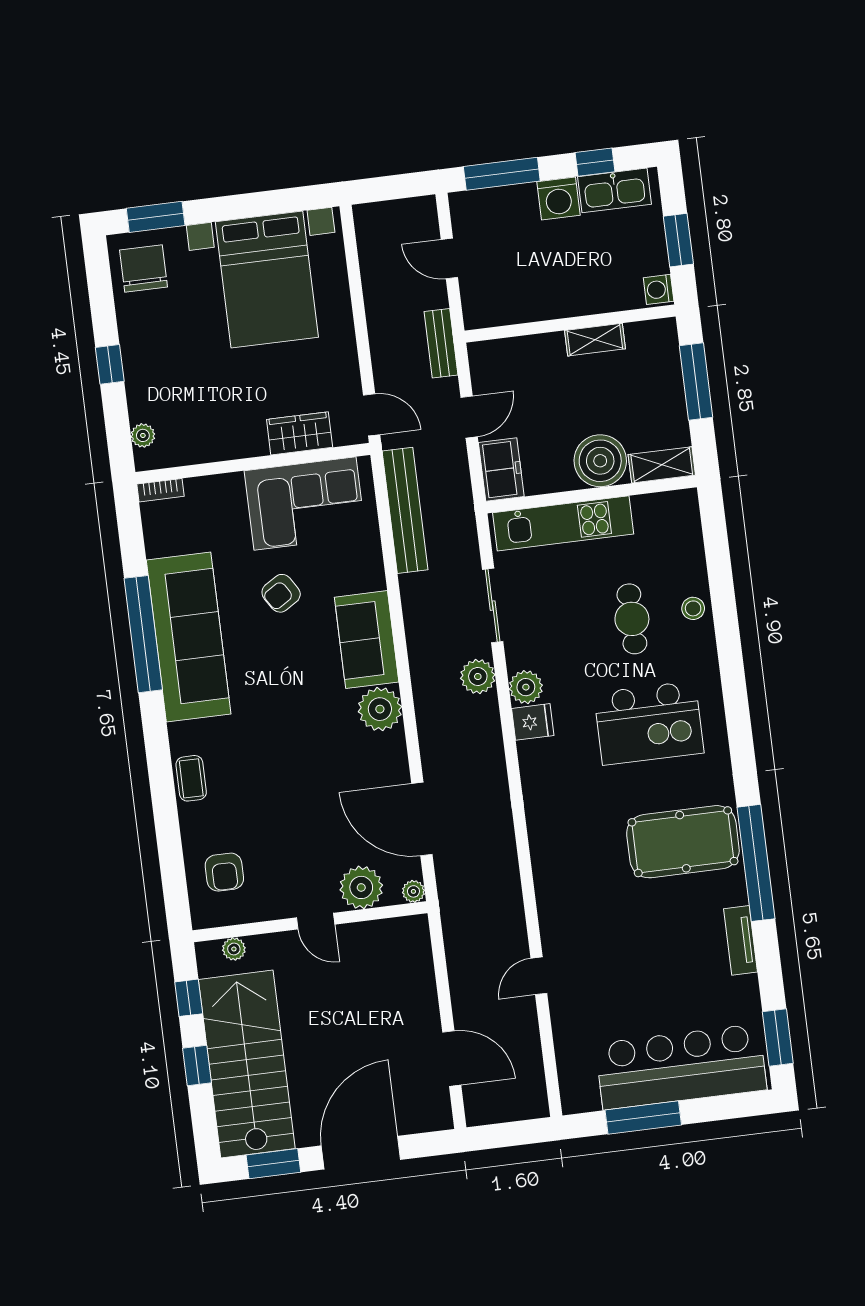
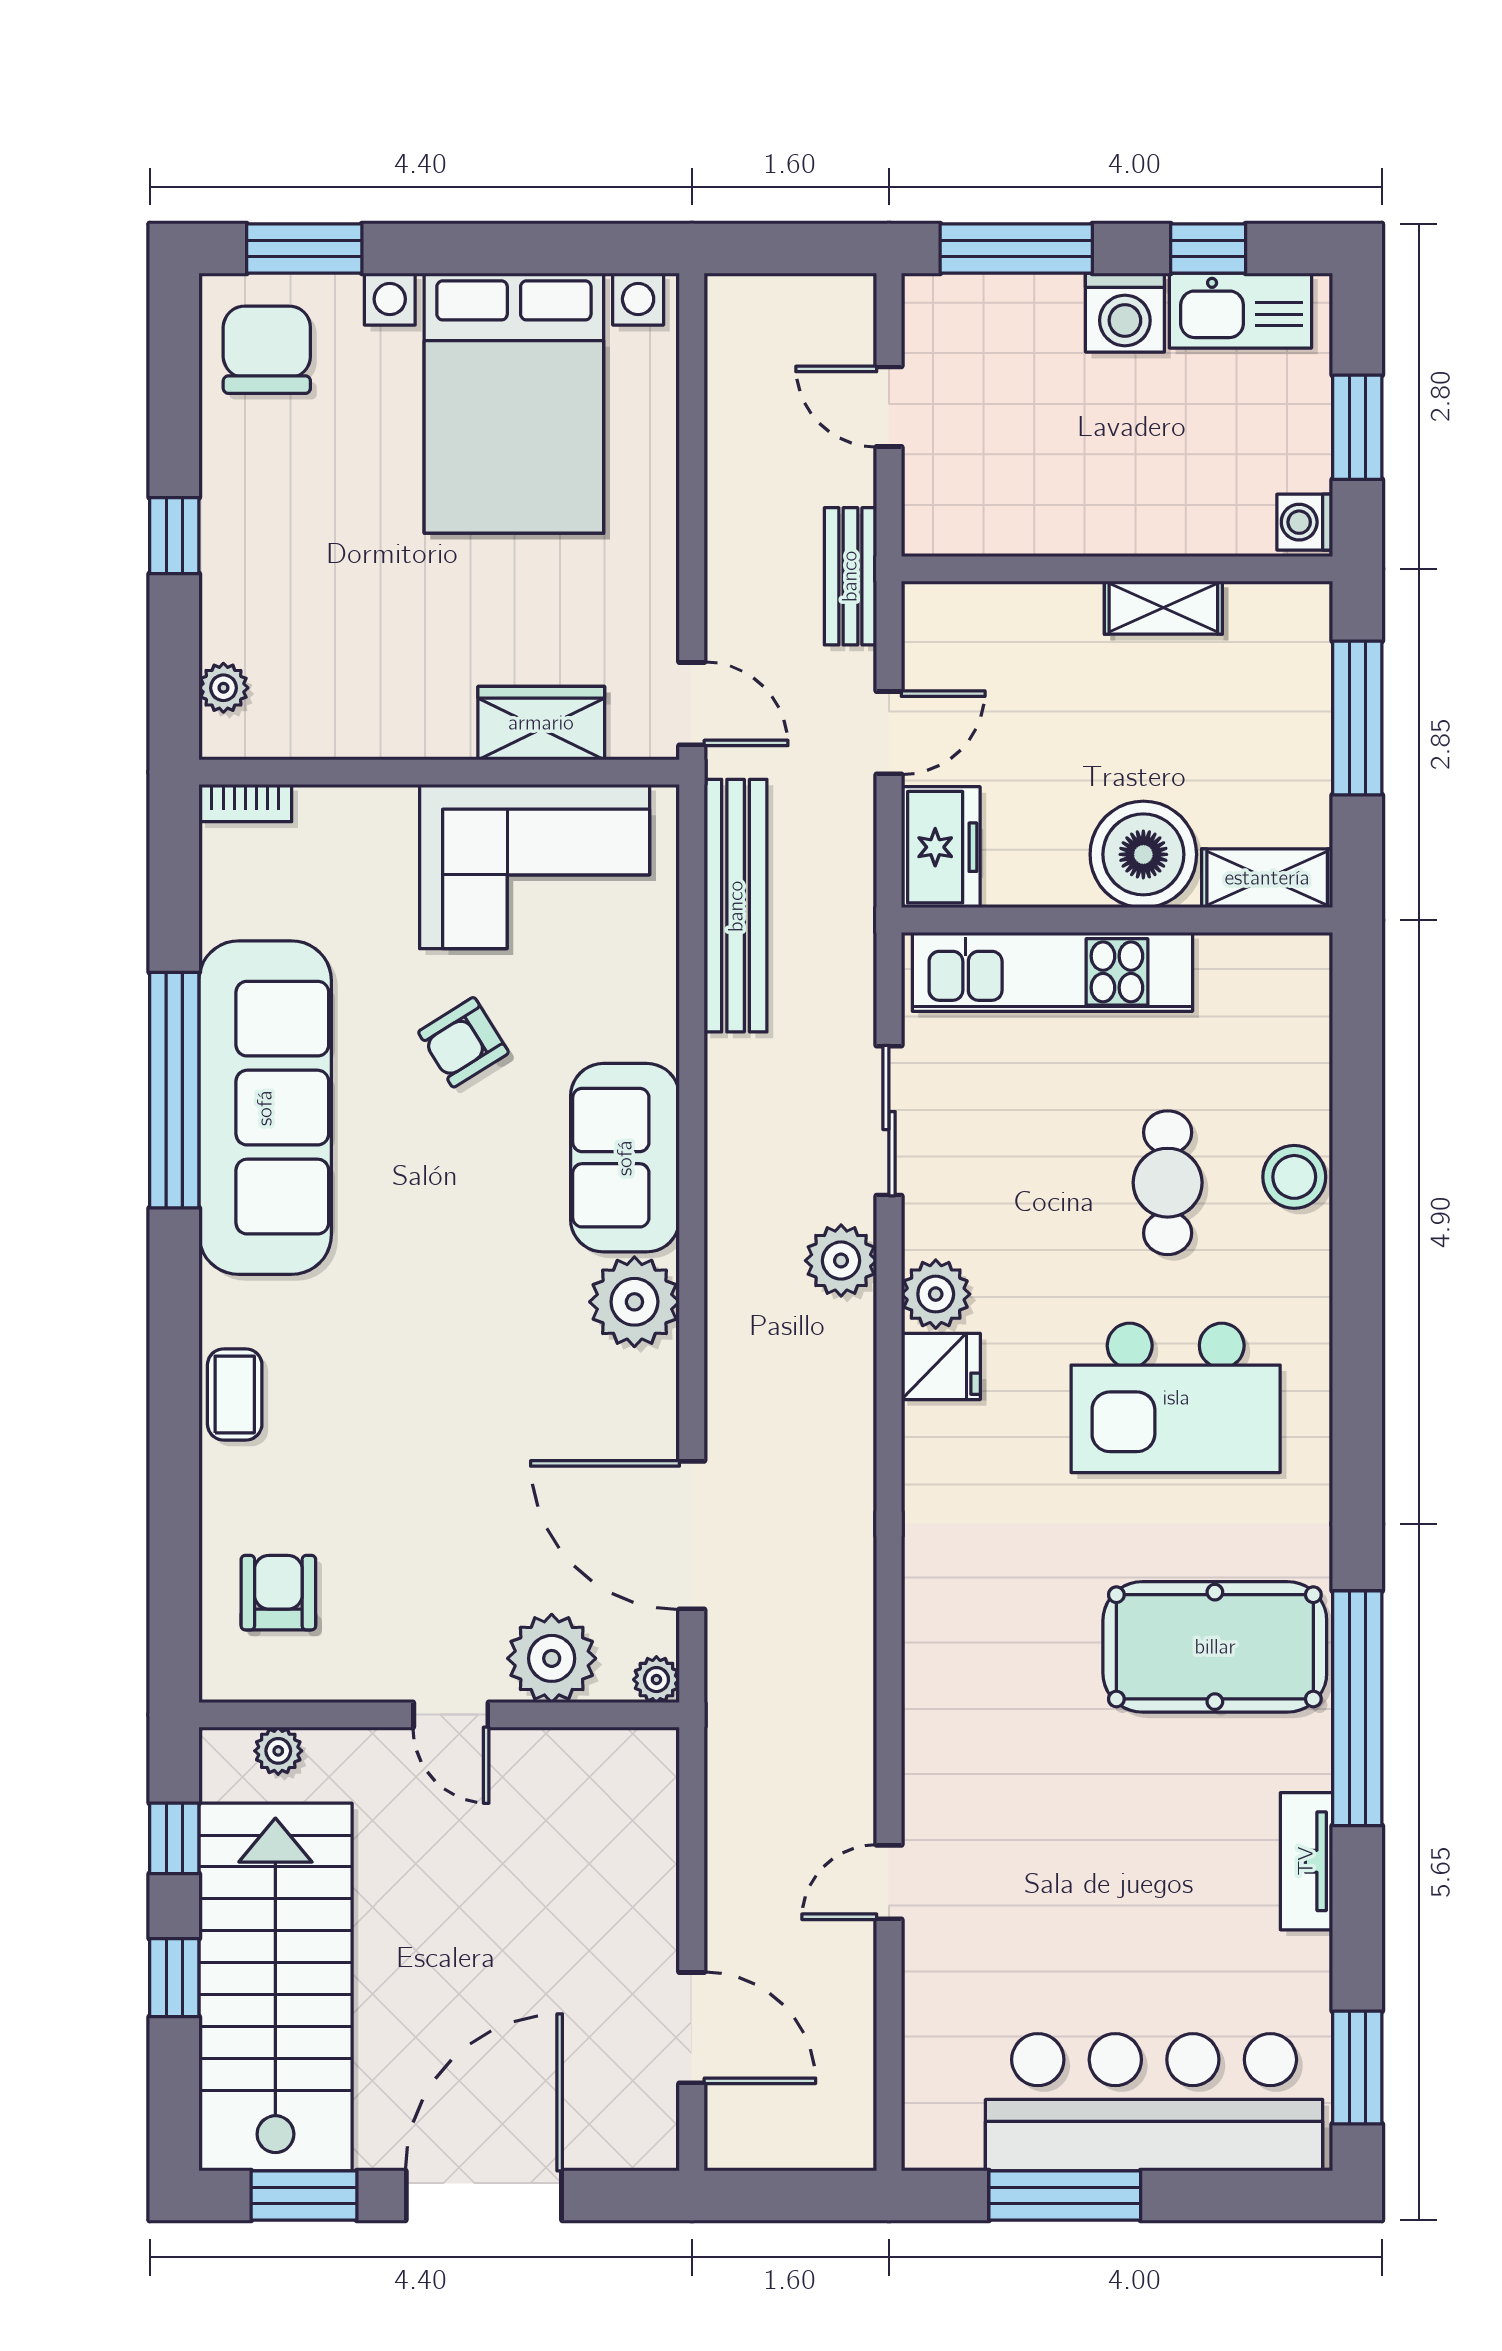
stool: (693, 608) -> (1294, 1177), width x1.37, depth x1.37
armchair: (224, 872) -> (278, 1593), turned 180

